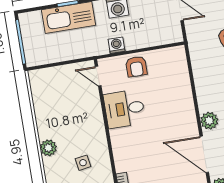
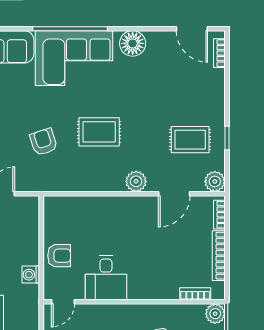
door: (204, 154) -> (174, 194), width x0.73

